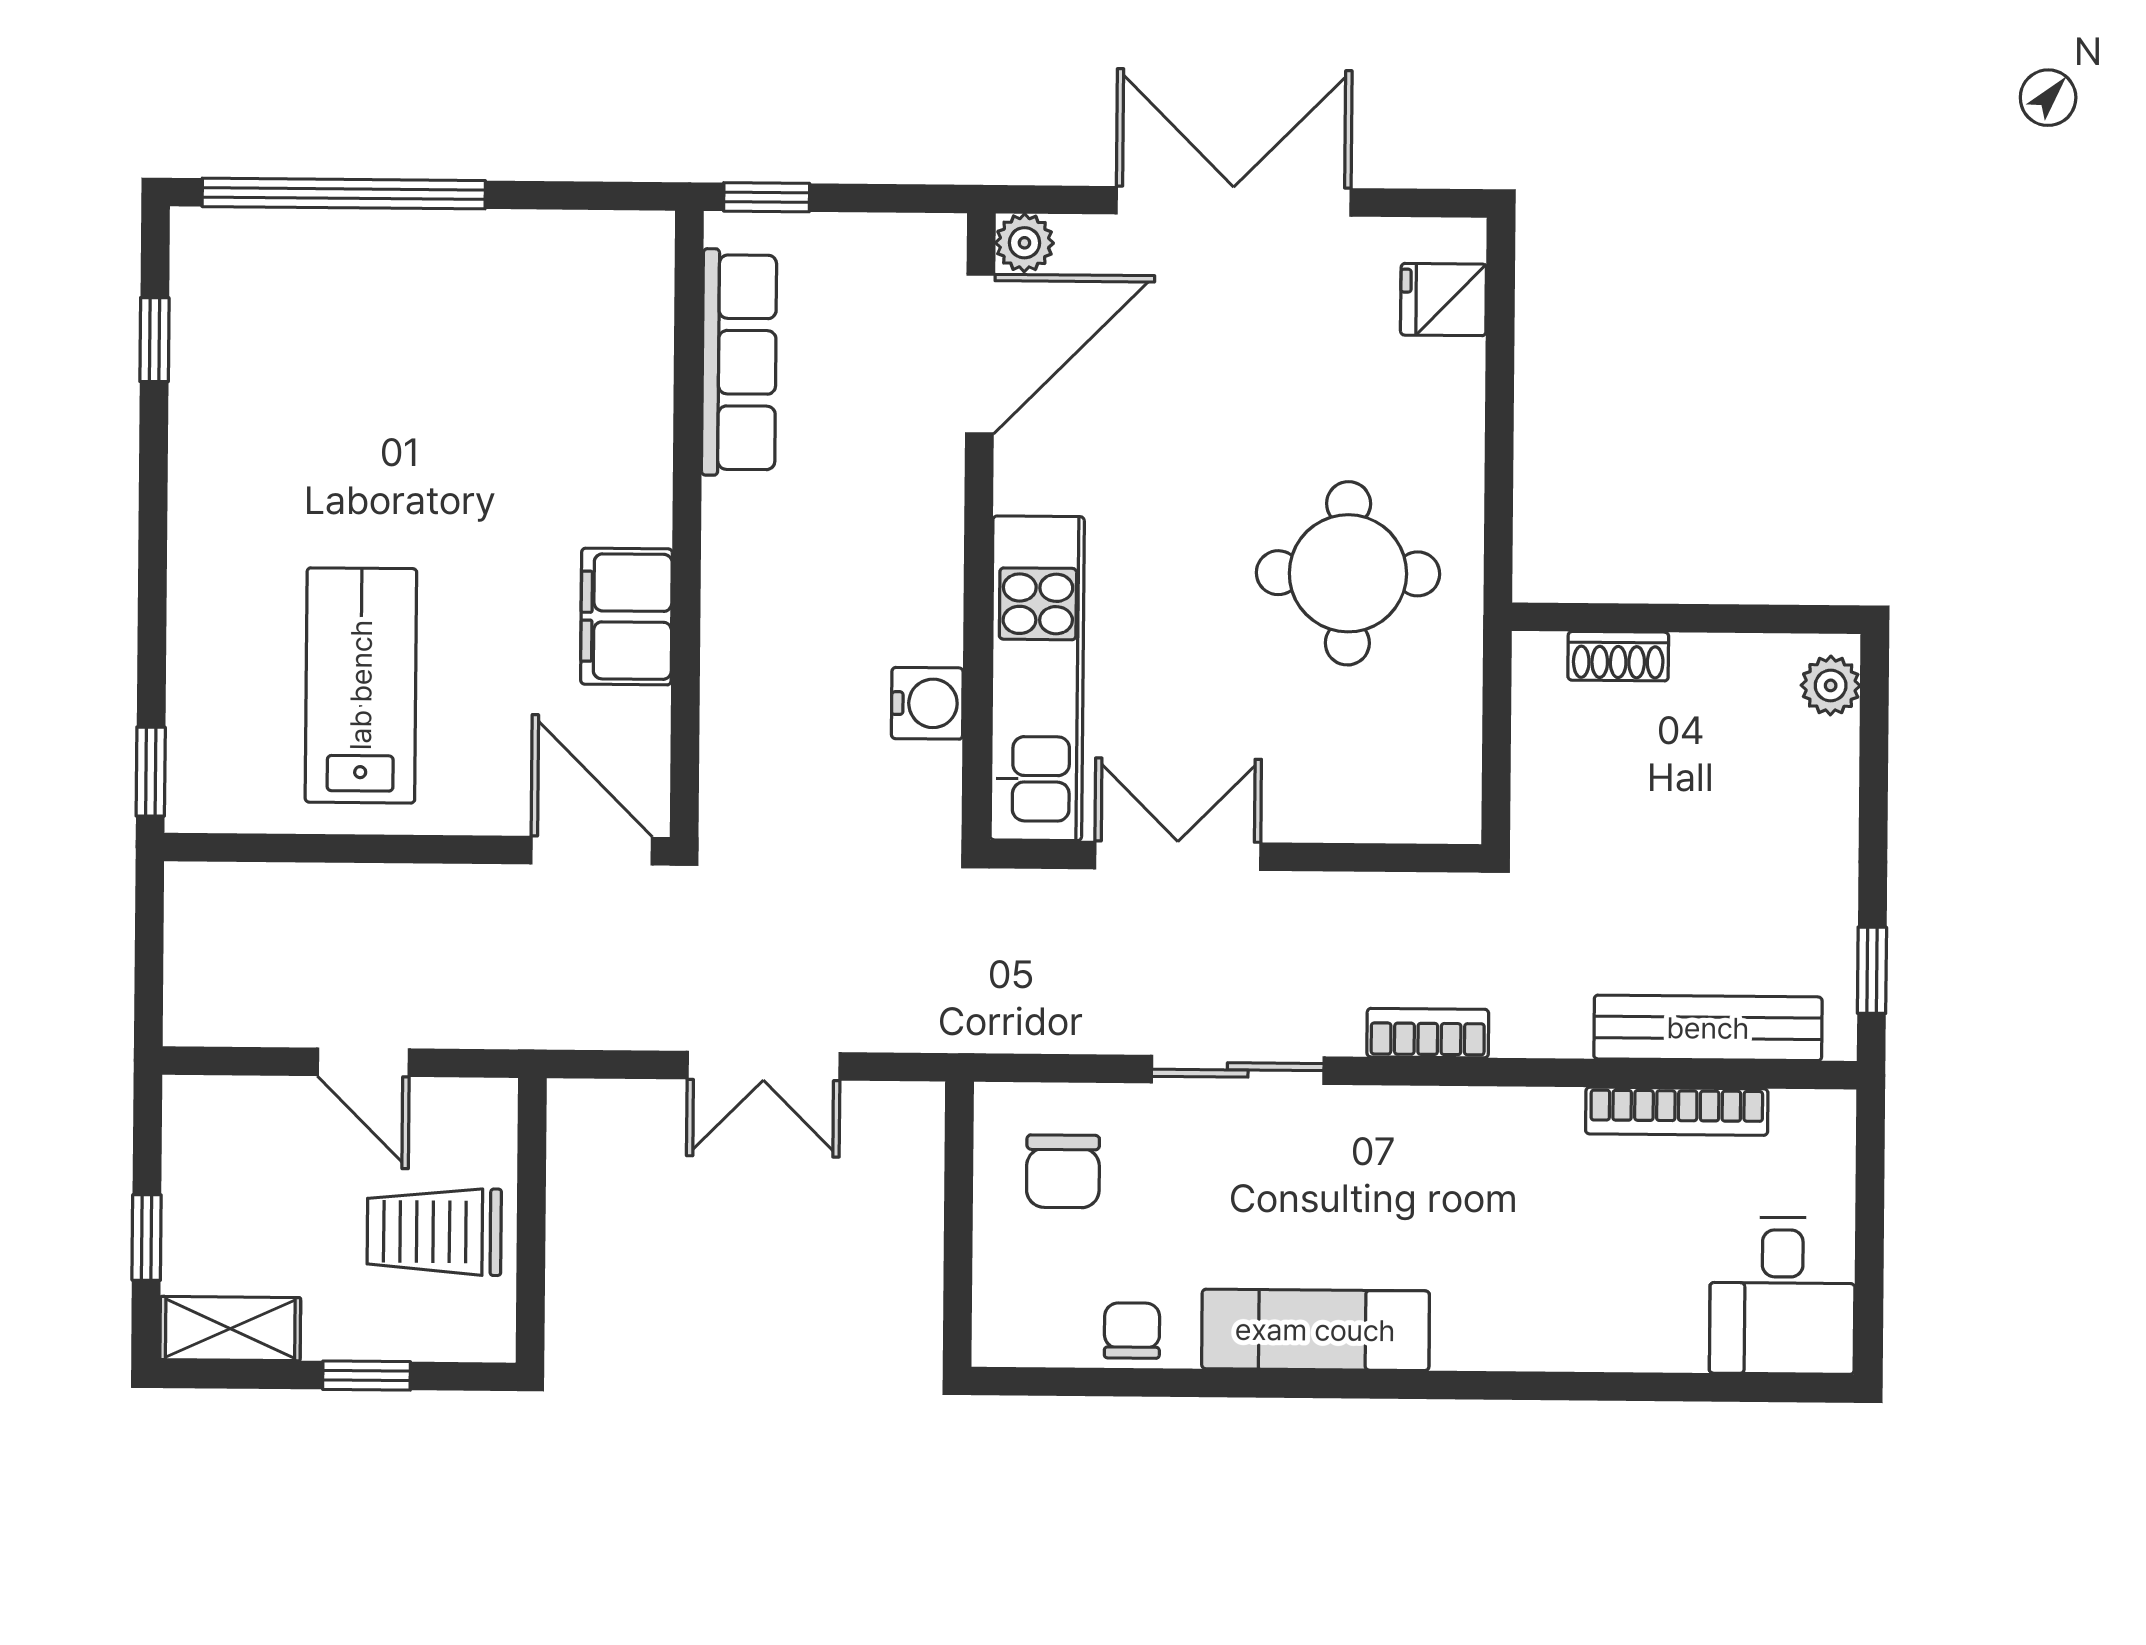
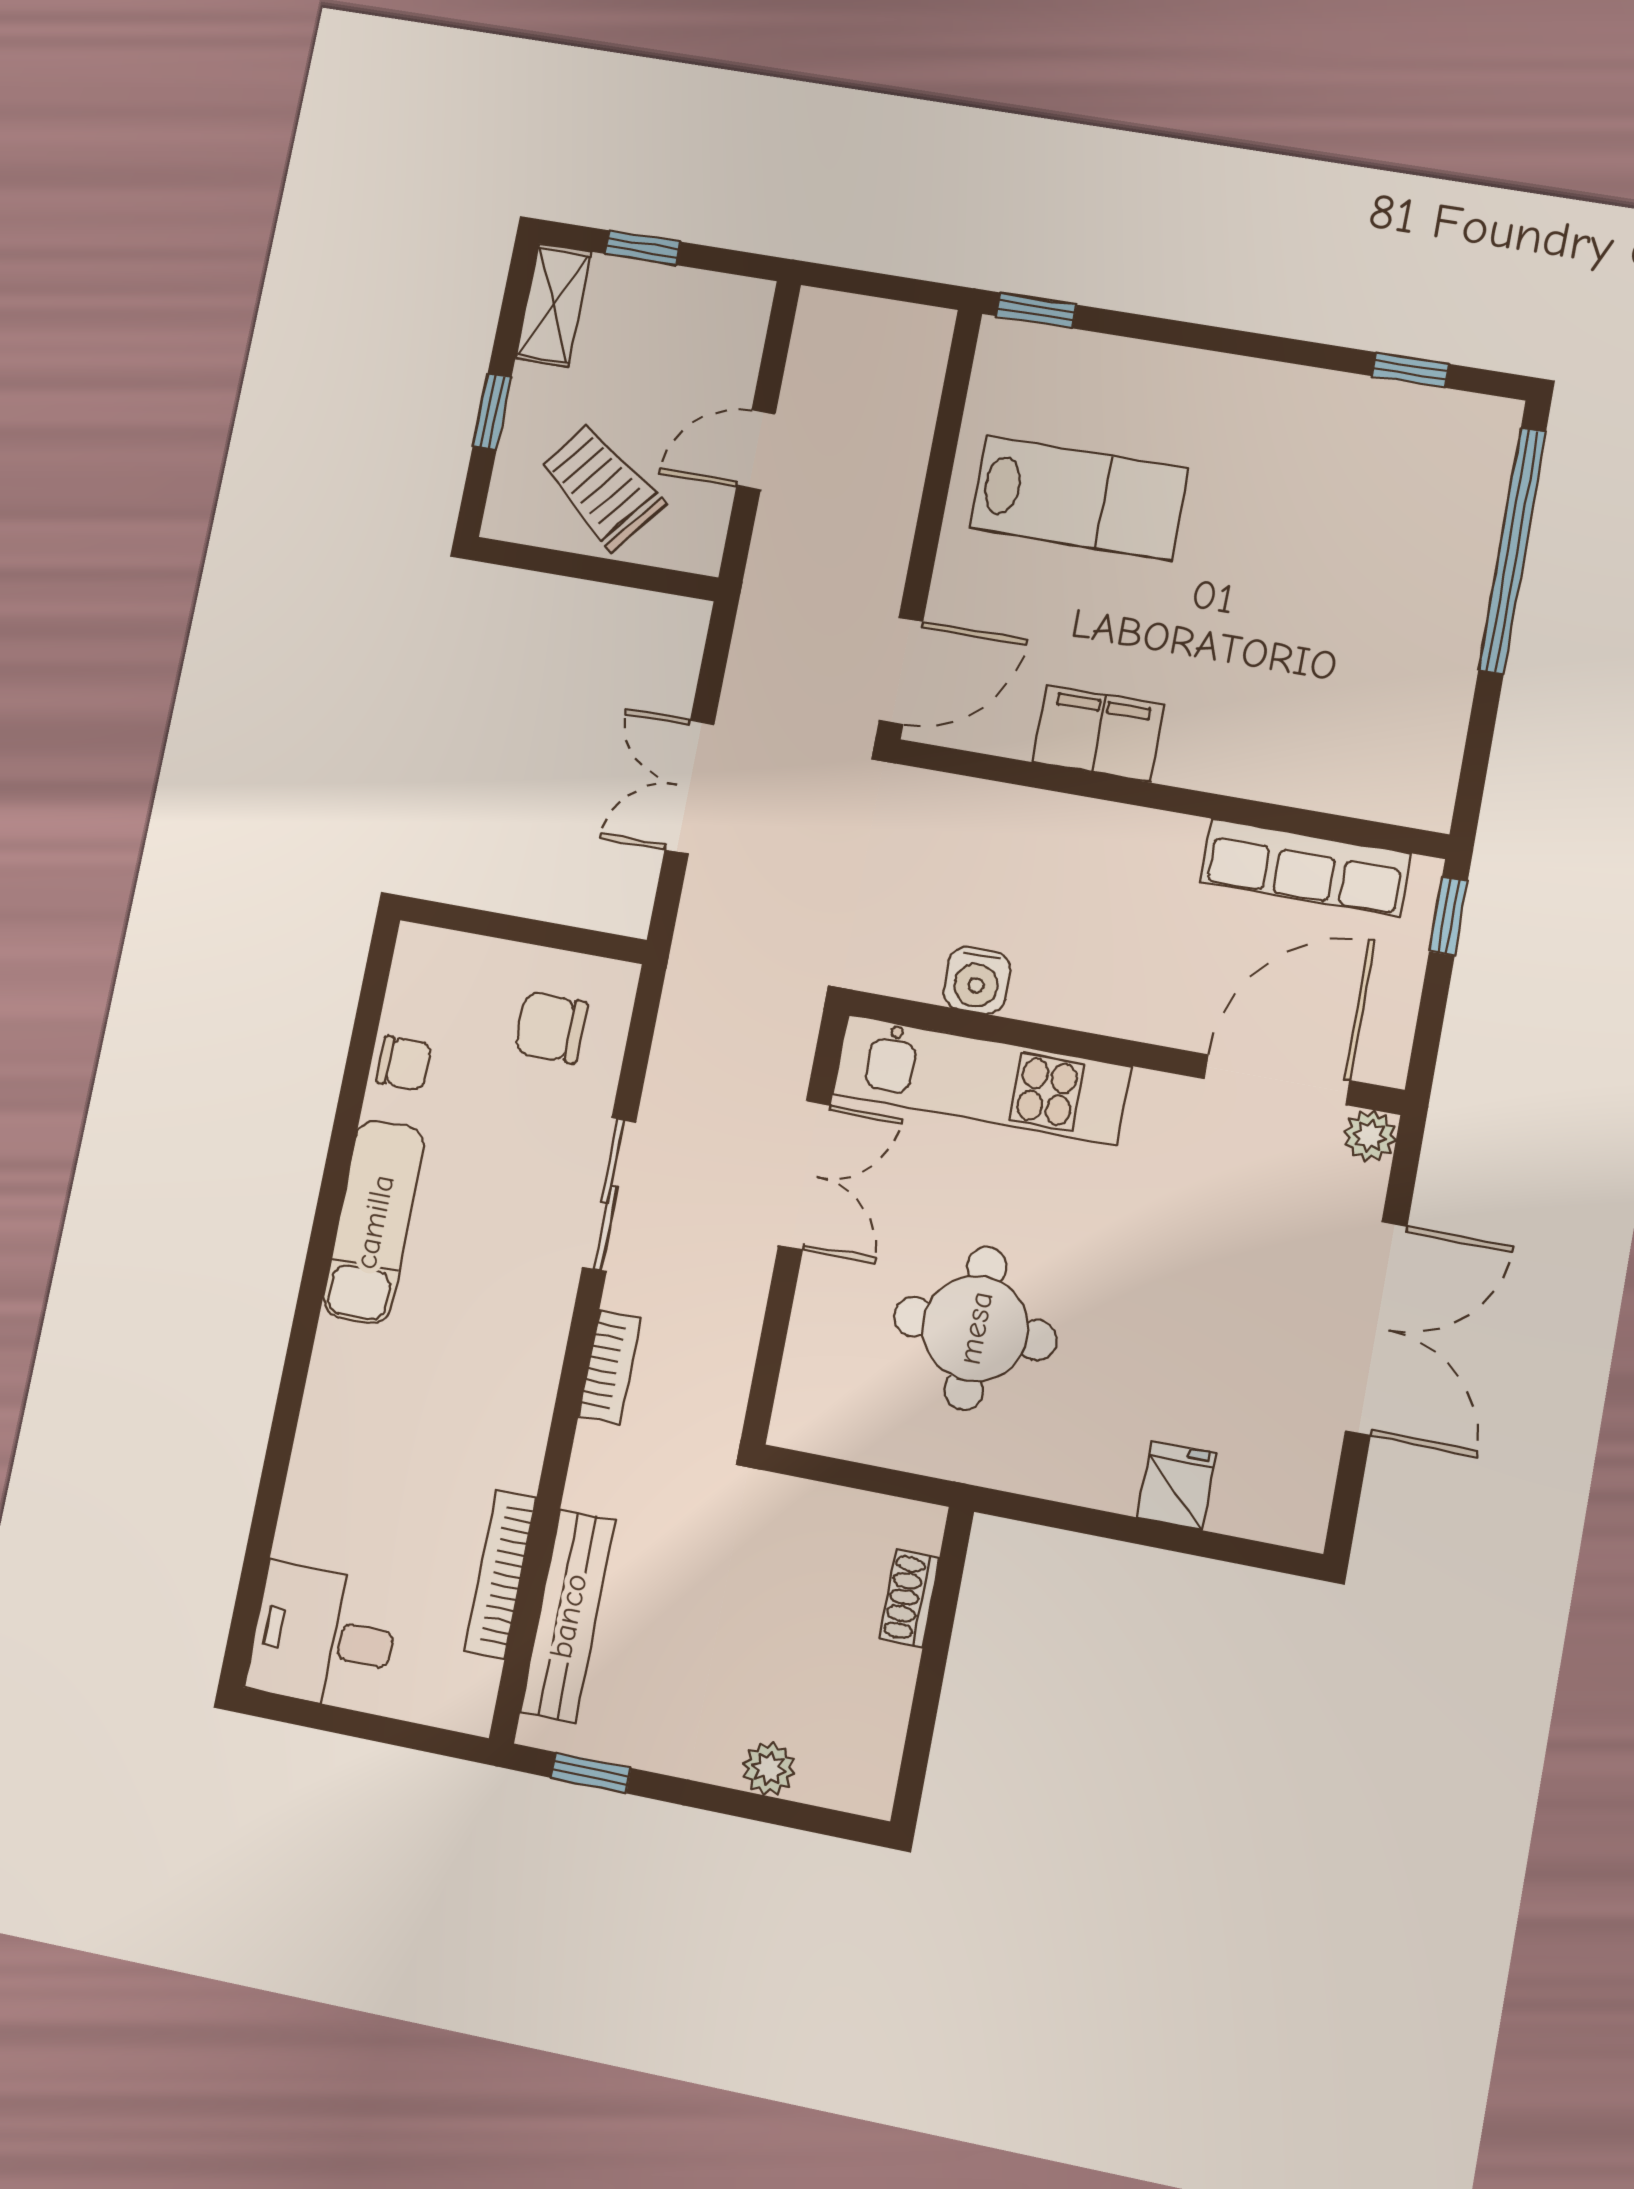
fridge: (1443, 300) -> (1177, 1485), moved
door: (980, 354) -> (1277, 1080), swing flipped
round table: (1348, 573) -> (975, 1328), moved
plant: (1831, 685) -> (769, 1769), moved
trolley: (434, 1232) -> (602, 487), turned -52

